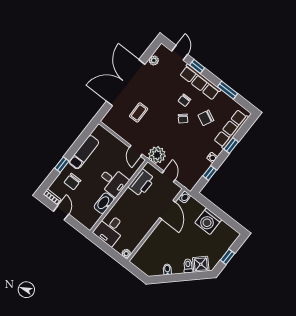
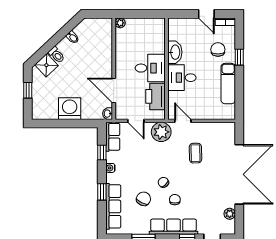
coffee table: (139, 112) -> (195, 153), moved
row of seats: (193, 178) -> (113, 137), added
desk: (110, 230) -> (150, 68), moved, turned 90

